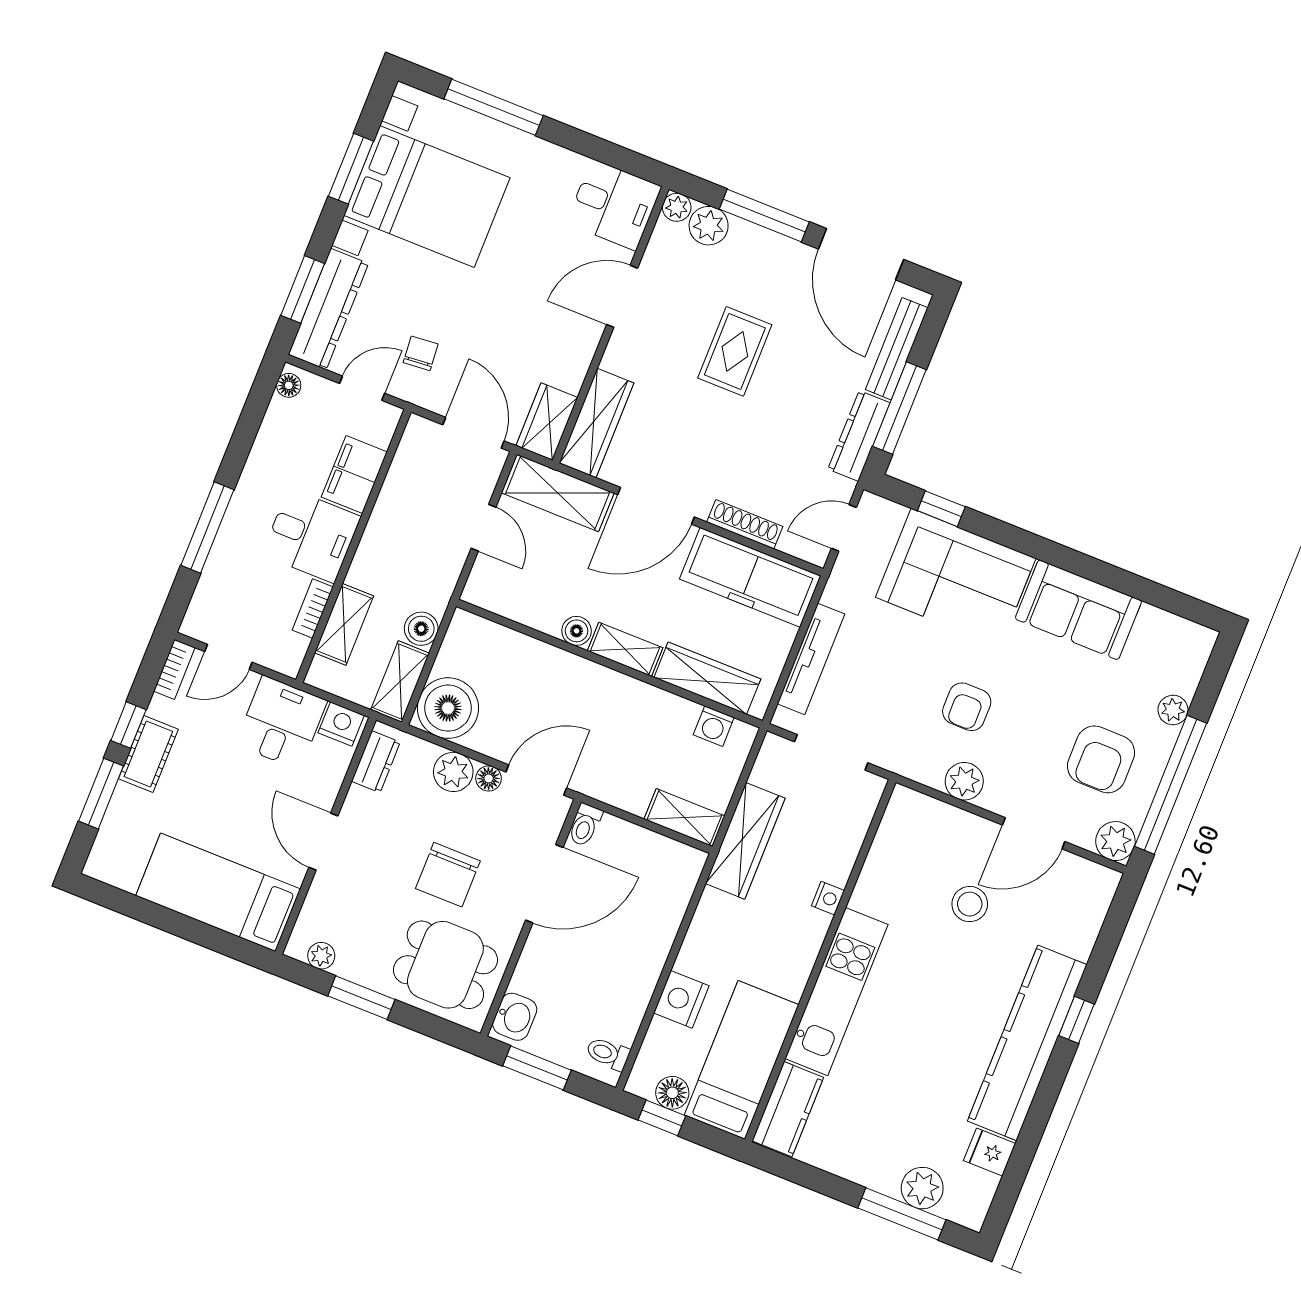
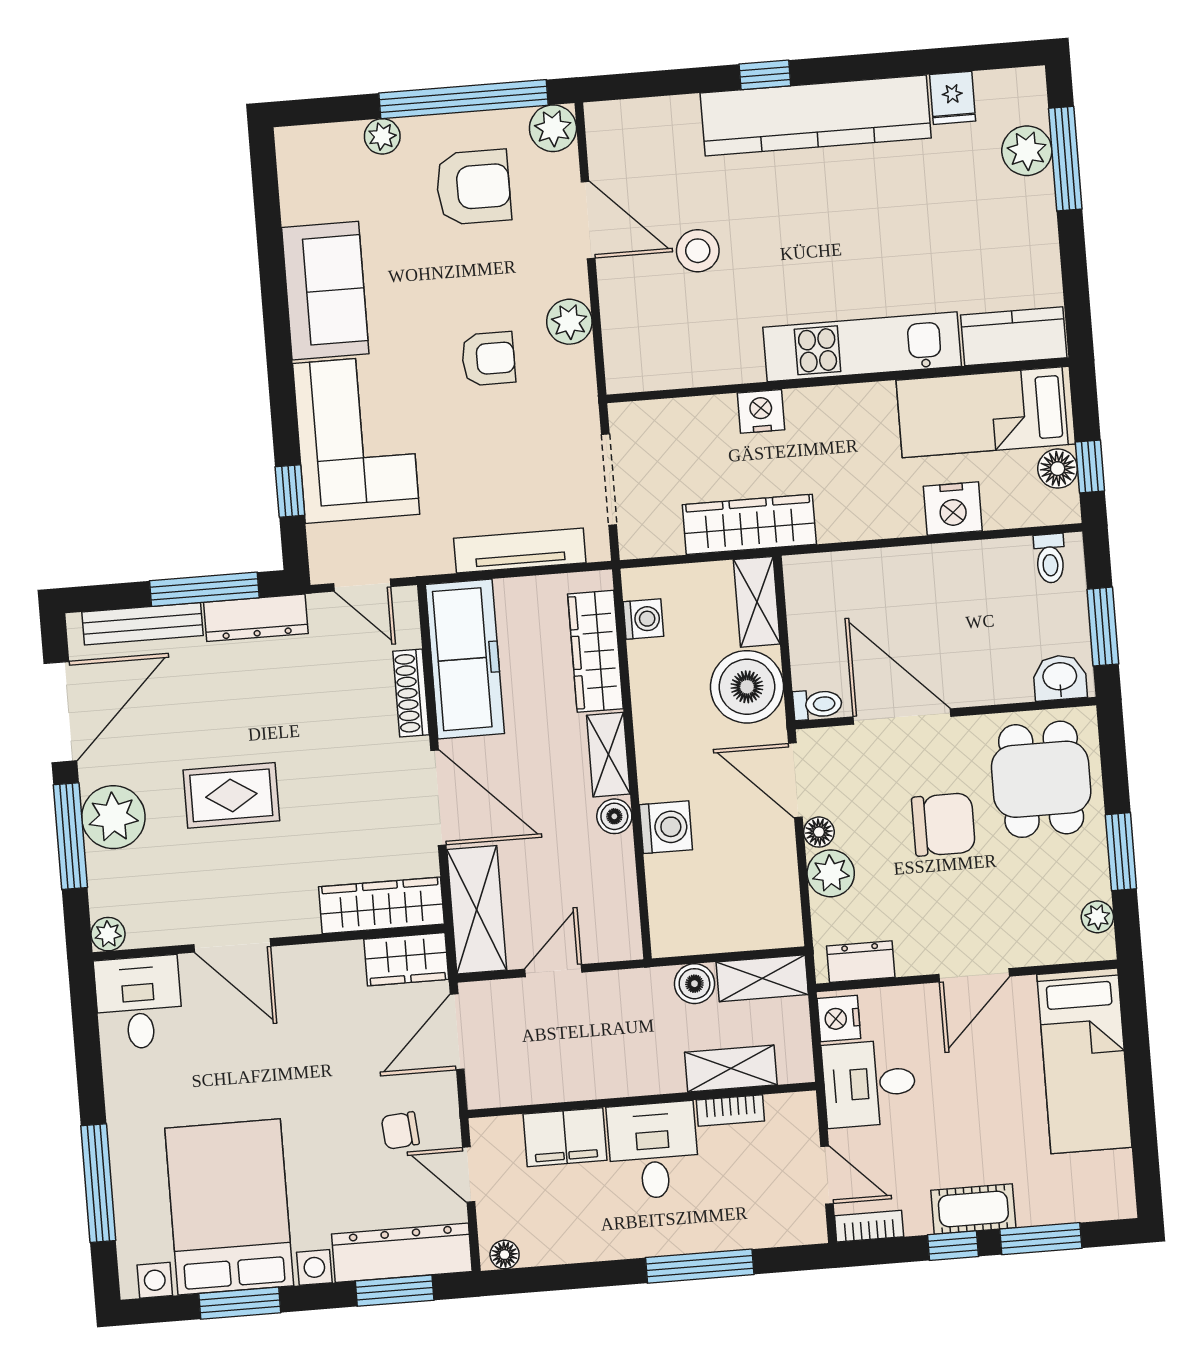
plant: (709, 226) -> (113, 817), moved, width x1.36, depth x1.36
washing machine: (549, 666) -> (666, 827), added
boiler: (448, 708) -> (747, 687), moved
nightstand: (828, 898) -> (761, 411), width x1.39, depth x1.35

